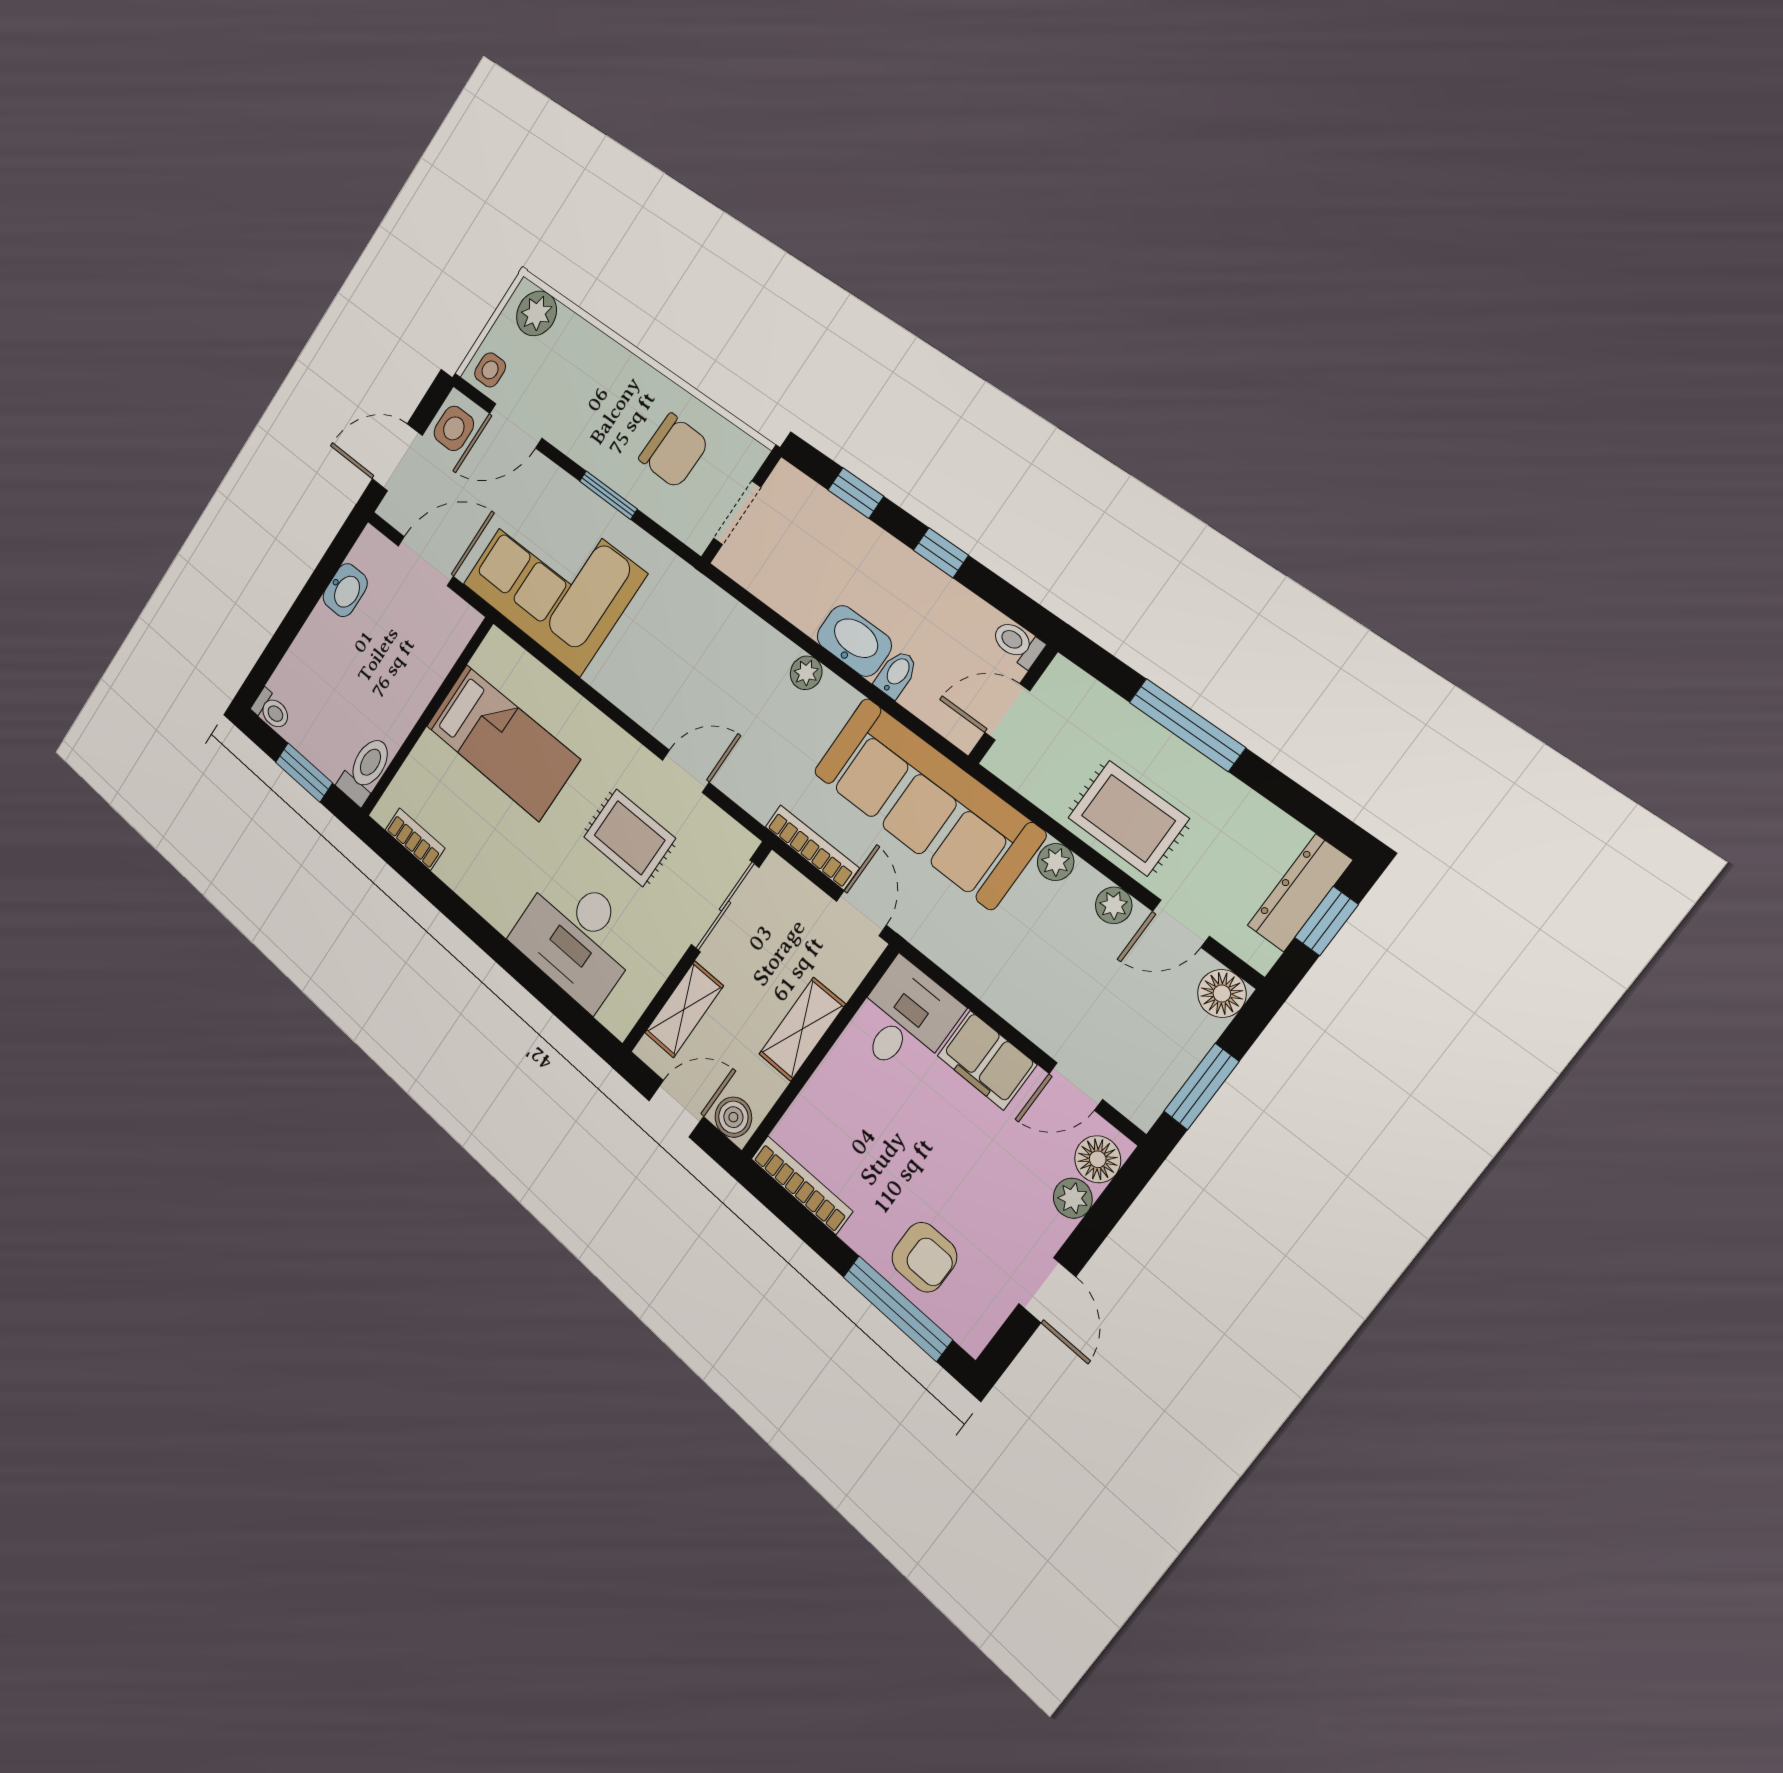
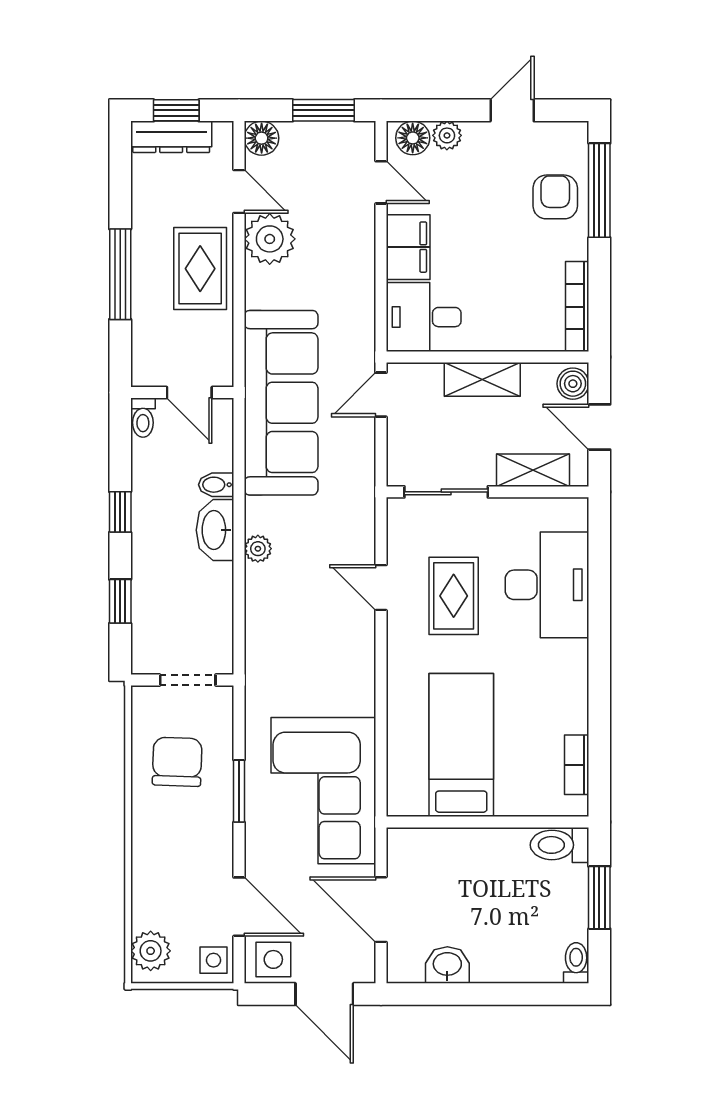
bookcase: (812, 847) -> (365, 460), removed
plant: (1056, 862) -> (258, 294), removed
plant: (1114, 905) -> (270, 239), width x1.88, depth x1.88

